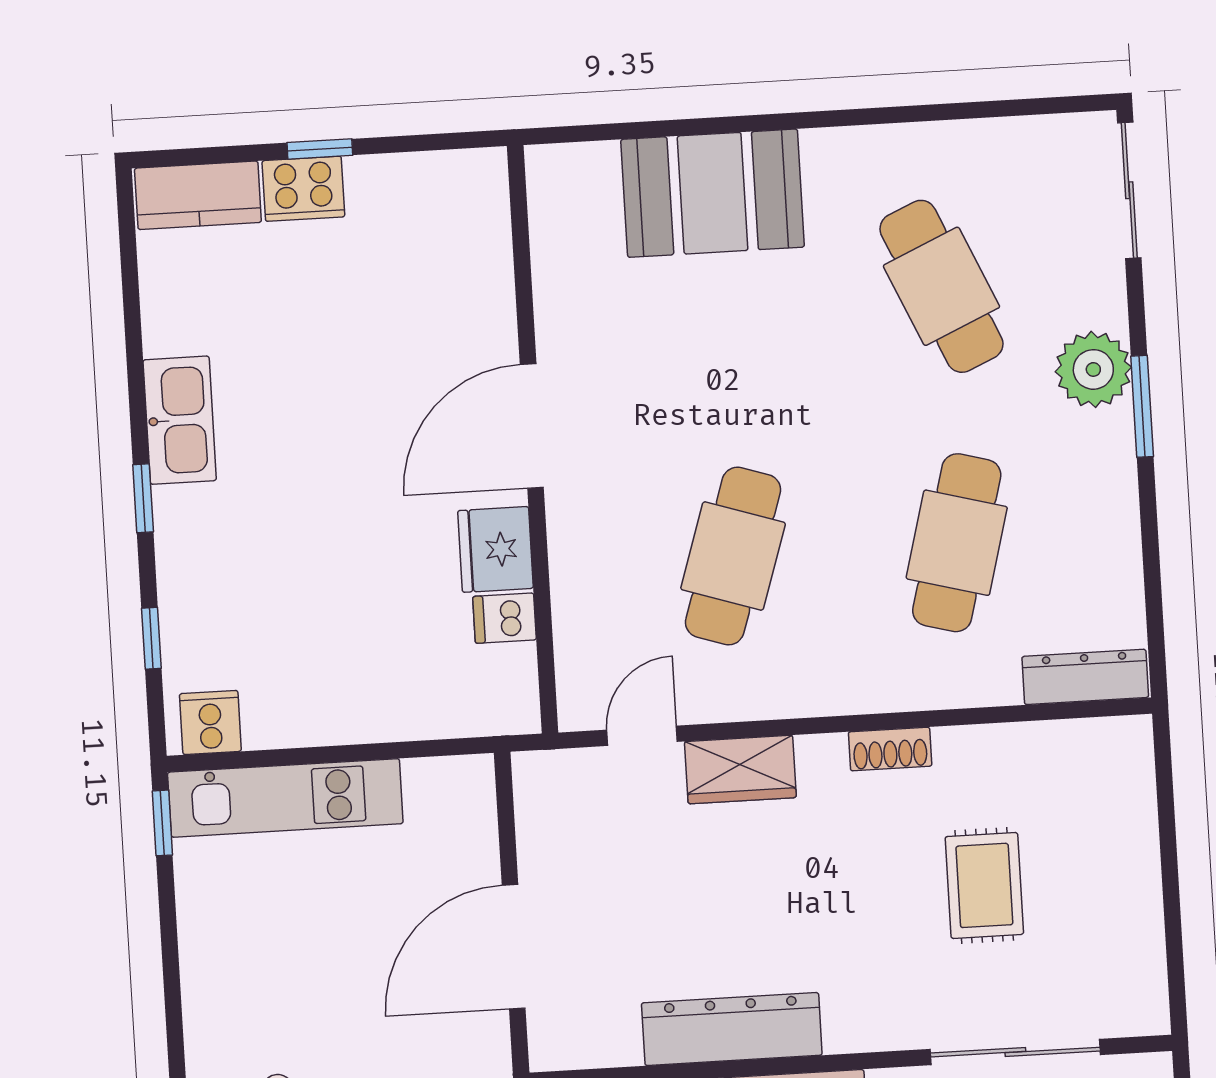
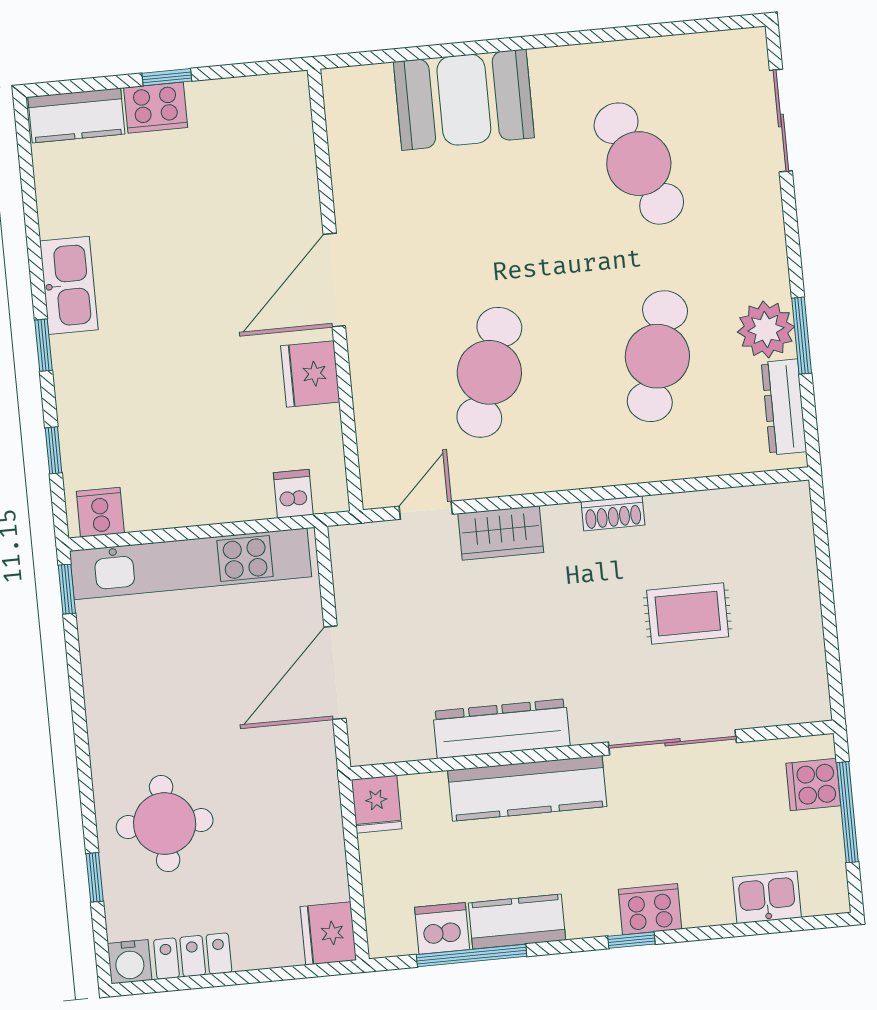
sliding door: (1129, 190) -> (781, 121), moved
plant: (1093, 369) -> (766, 329), moved
window: (1142, 406) -> (802, 336), moved
dishwasher: (505, 618) -> (293, 494), moved, turned 90
dresser: (1085, 677) -> (784, 407), moved, turned -90
kitchen unit: (285, 798) -> (190, 564), width x1.36
rug: (984, 885) -> (688, 614), turned 90
sliding door: (1015, 1052) -> (672, 742), moved

